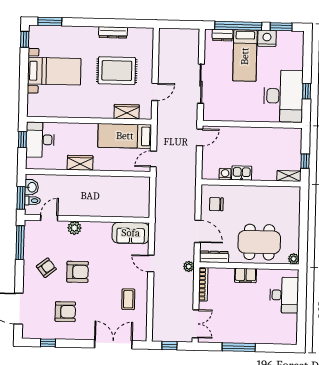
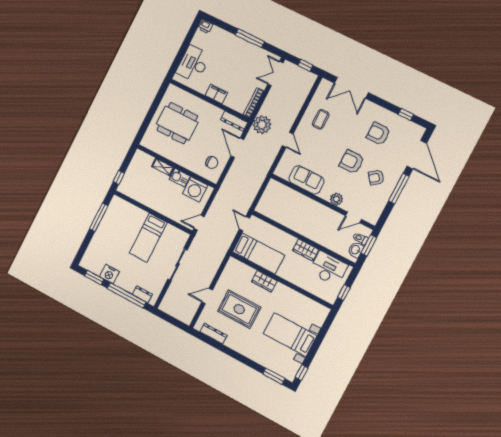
dresser: (113, 32) -> (214, 334), moved
bed: (245, 56) -> (148, 238), moved, turned 180
window: (307, 91) -> (99, 217), width x2.17
door: (155, 92) -> (207, 296), moved
desk: (283, 96) -> (118, 223), removed
wardrobe: (127, 112) -> (264, 281), moved
desk: (40, 140) -> (328, 269), moved, turned -90
door: (153, 159) -> (244, 224), swing flipped
window: (305, 161) -> (119, 177), moved
washing machine: (225, 174) -> (195, 189), width x1.89, depth x1.89
shelving: (289, 176) -> (163, 167), moved
sofa: (131, 233) -> (306, 180), moved
dining table: (259, 242) -> (177, 123), moved
window: (20, 243) -> (399, 189), moved
plant: (294, 259) -> (172, 89), removed
plant: (189, 266) -> (262, 125), width x1.88, depth x1.88
printer: (290, 339) -> (206, 27), added

